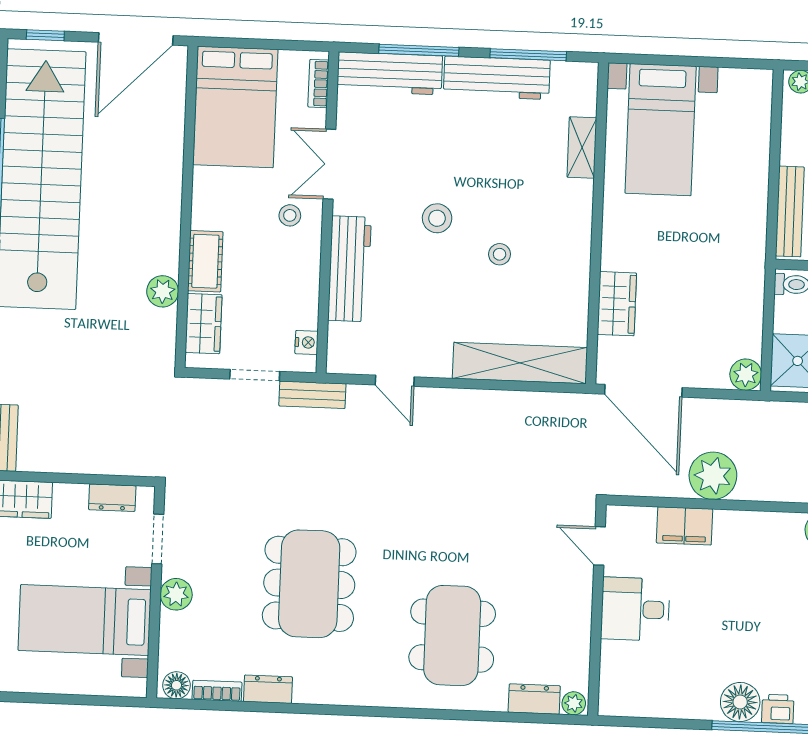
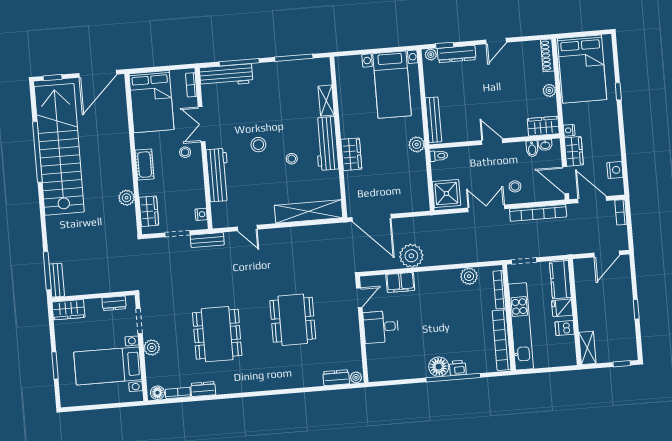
workbench: (497, 78) -> (327, 144), moved, turned 90
bed with nightstands: (661, 130) -> (392, 85), moved
cot: (205, 261) -> (145, 165), moved
wardrobe: (617, 304) -> (351, 154), moved
plant: (746, 375) -> (417, 144), moved
door: (600, 546) -> (359, 298), swing flipped
dining table: (452, 636) -> (293, 320), moved

